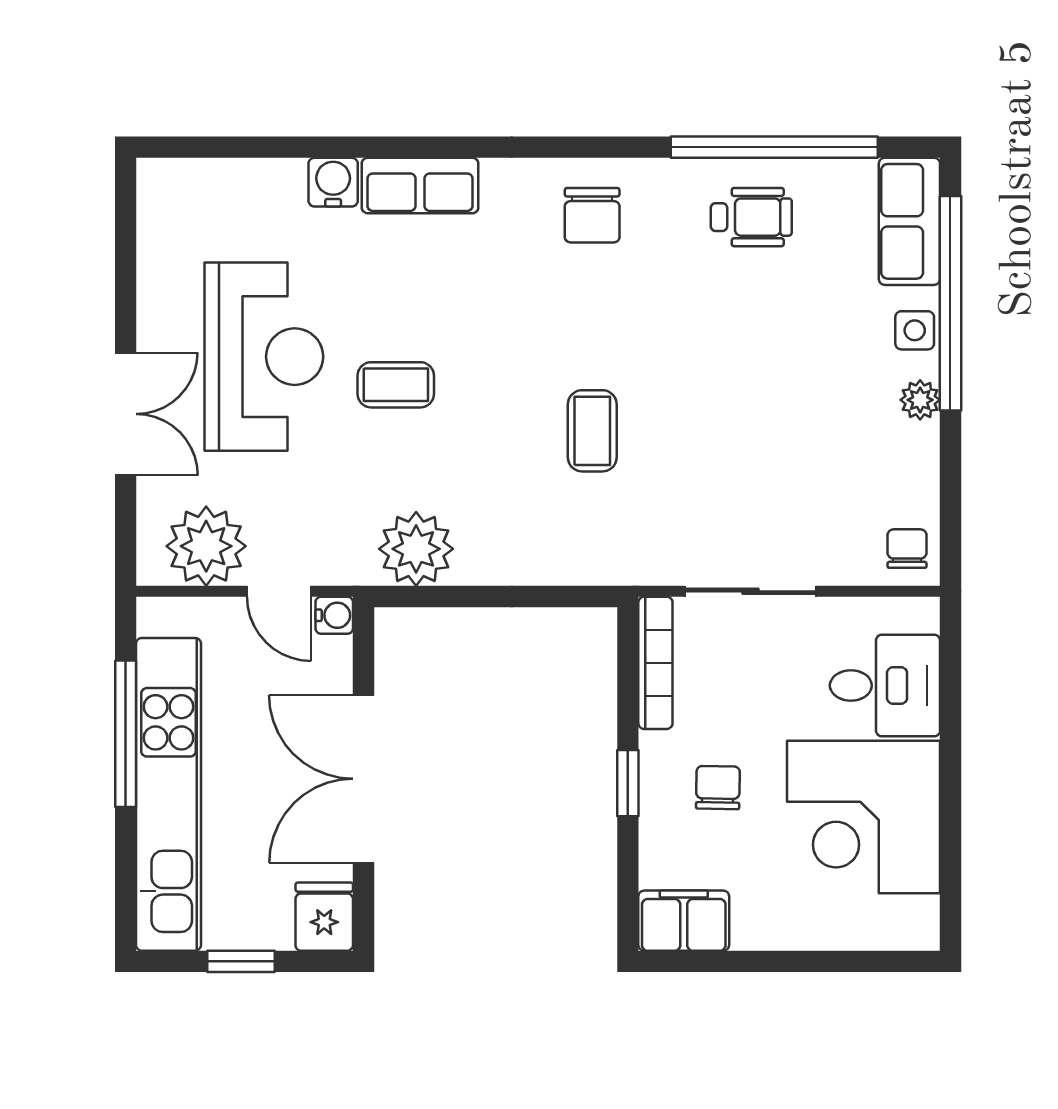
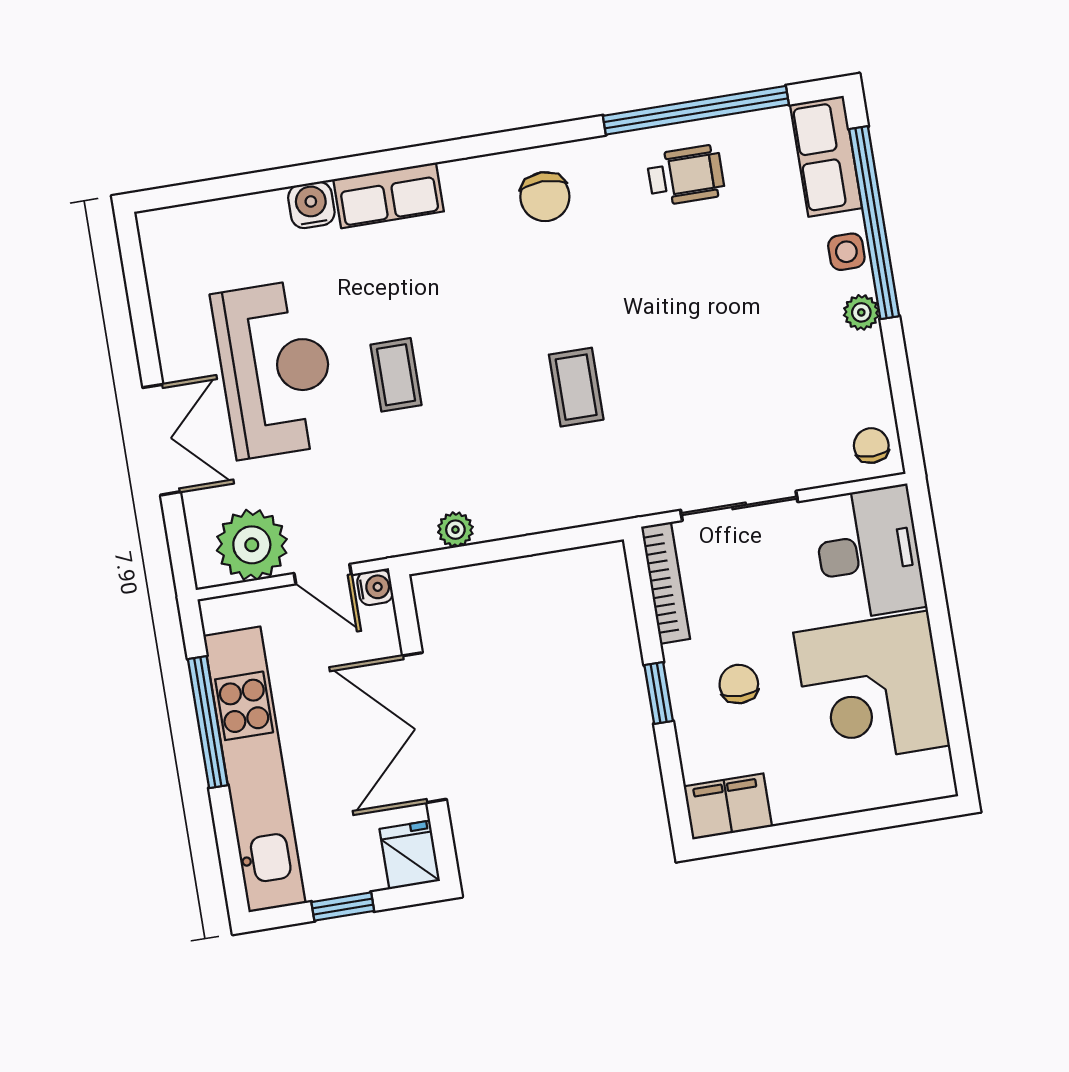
coffee table: (396, 385) -> (396, 375), turned 90
plant: (416, 549) -> (455, 530), width x0.53, depth x0.53
desk: (885, 685) -> (869, 553), width x1.37

